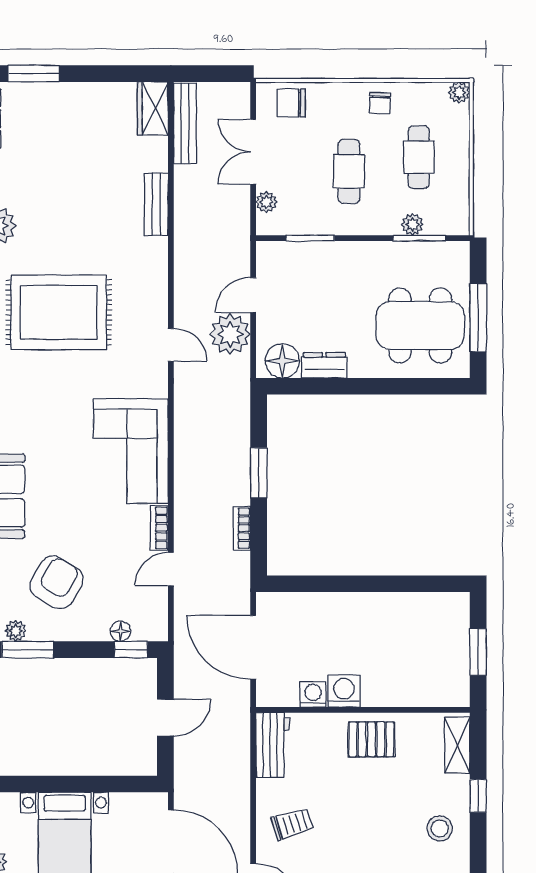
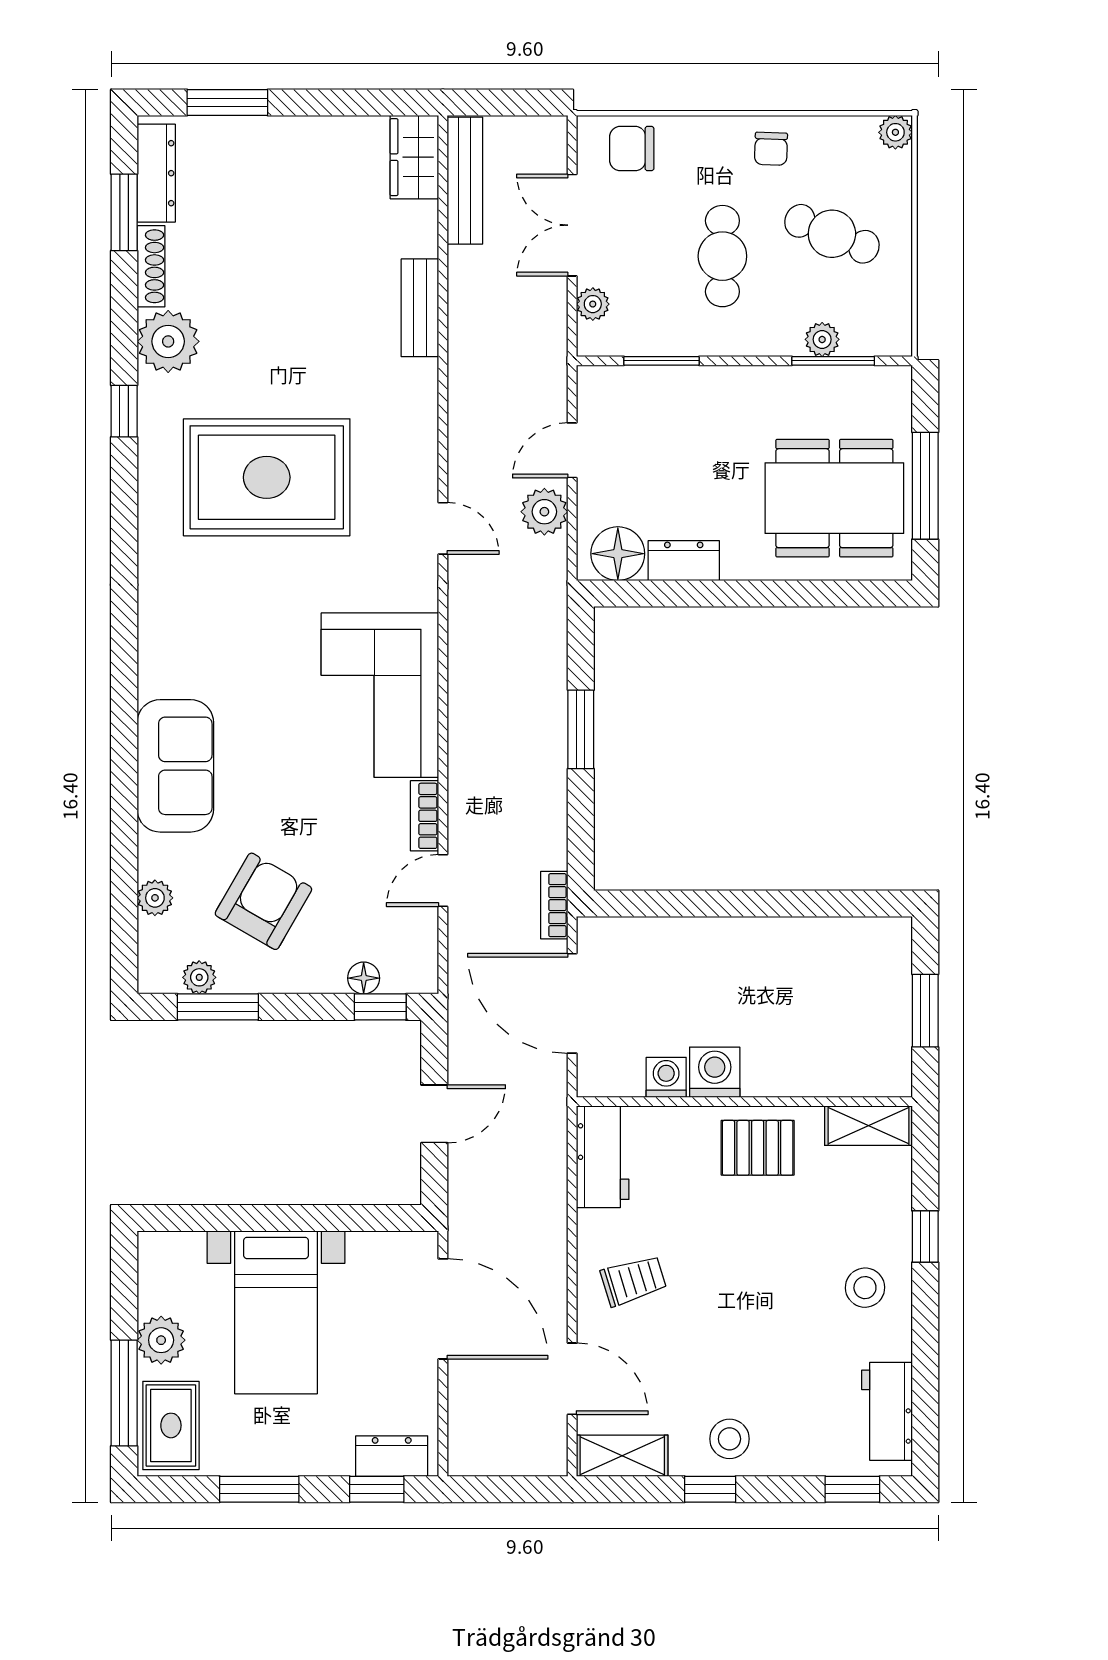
cafe table: (419, 157) -> (832, 234), turned -68
plant: (230, 334) -> (544, 512), width x0.73, depth x0.73
bookcase: (242, 528) -> (554, 905), moved
shelving: (457, 745) -> (868, 1126), moved, turned 90

